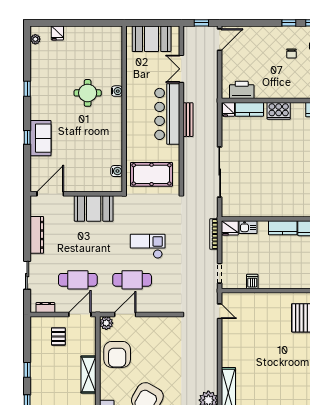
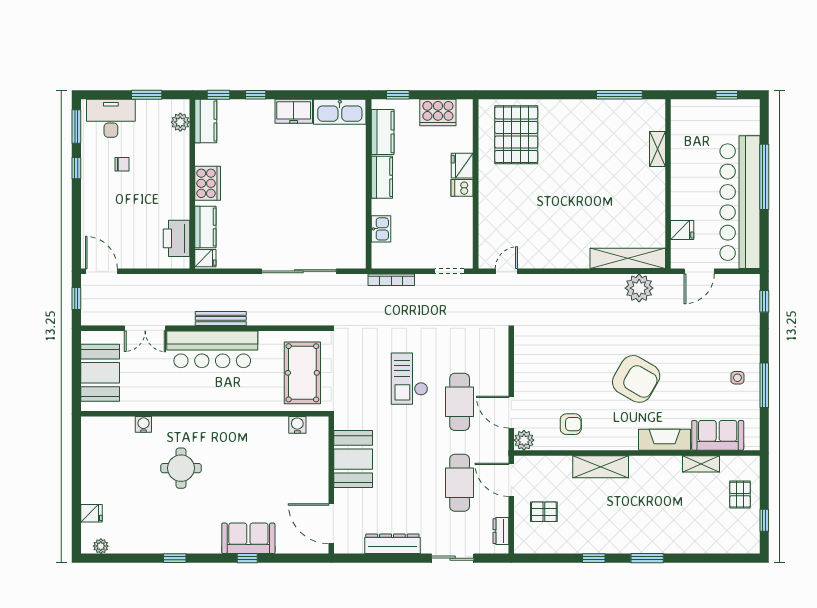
water cooler: (117, 91) -> (143, 424), moved
fridge: (230, 228) -> (462, 166), moved, turned 180
dishwasher: (252, 282) -> (462, 188), moved
armchair: (117, 354) -> (571, 424), width x0.53, depth x0.53

